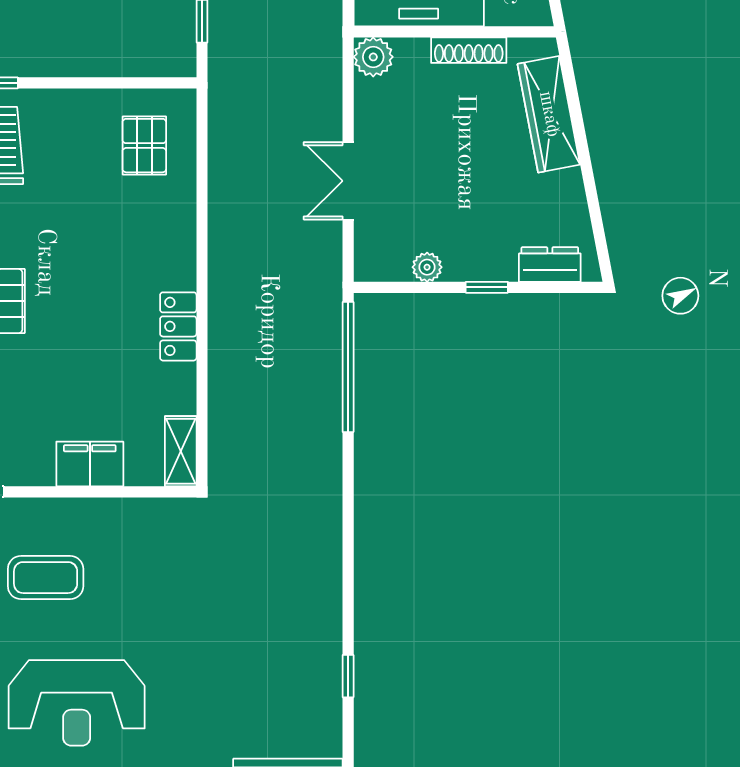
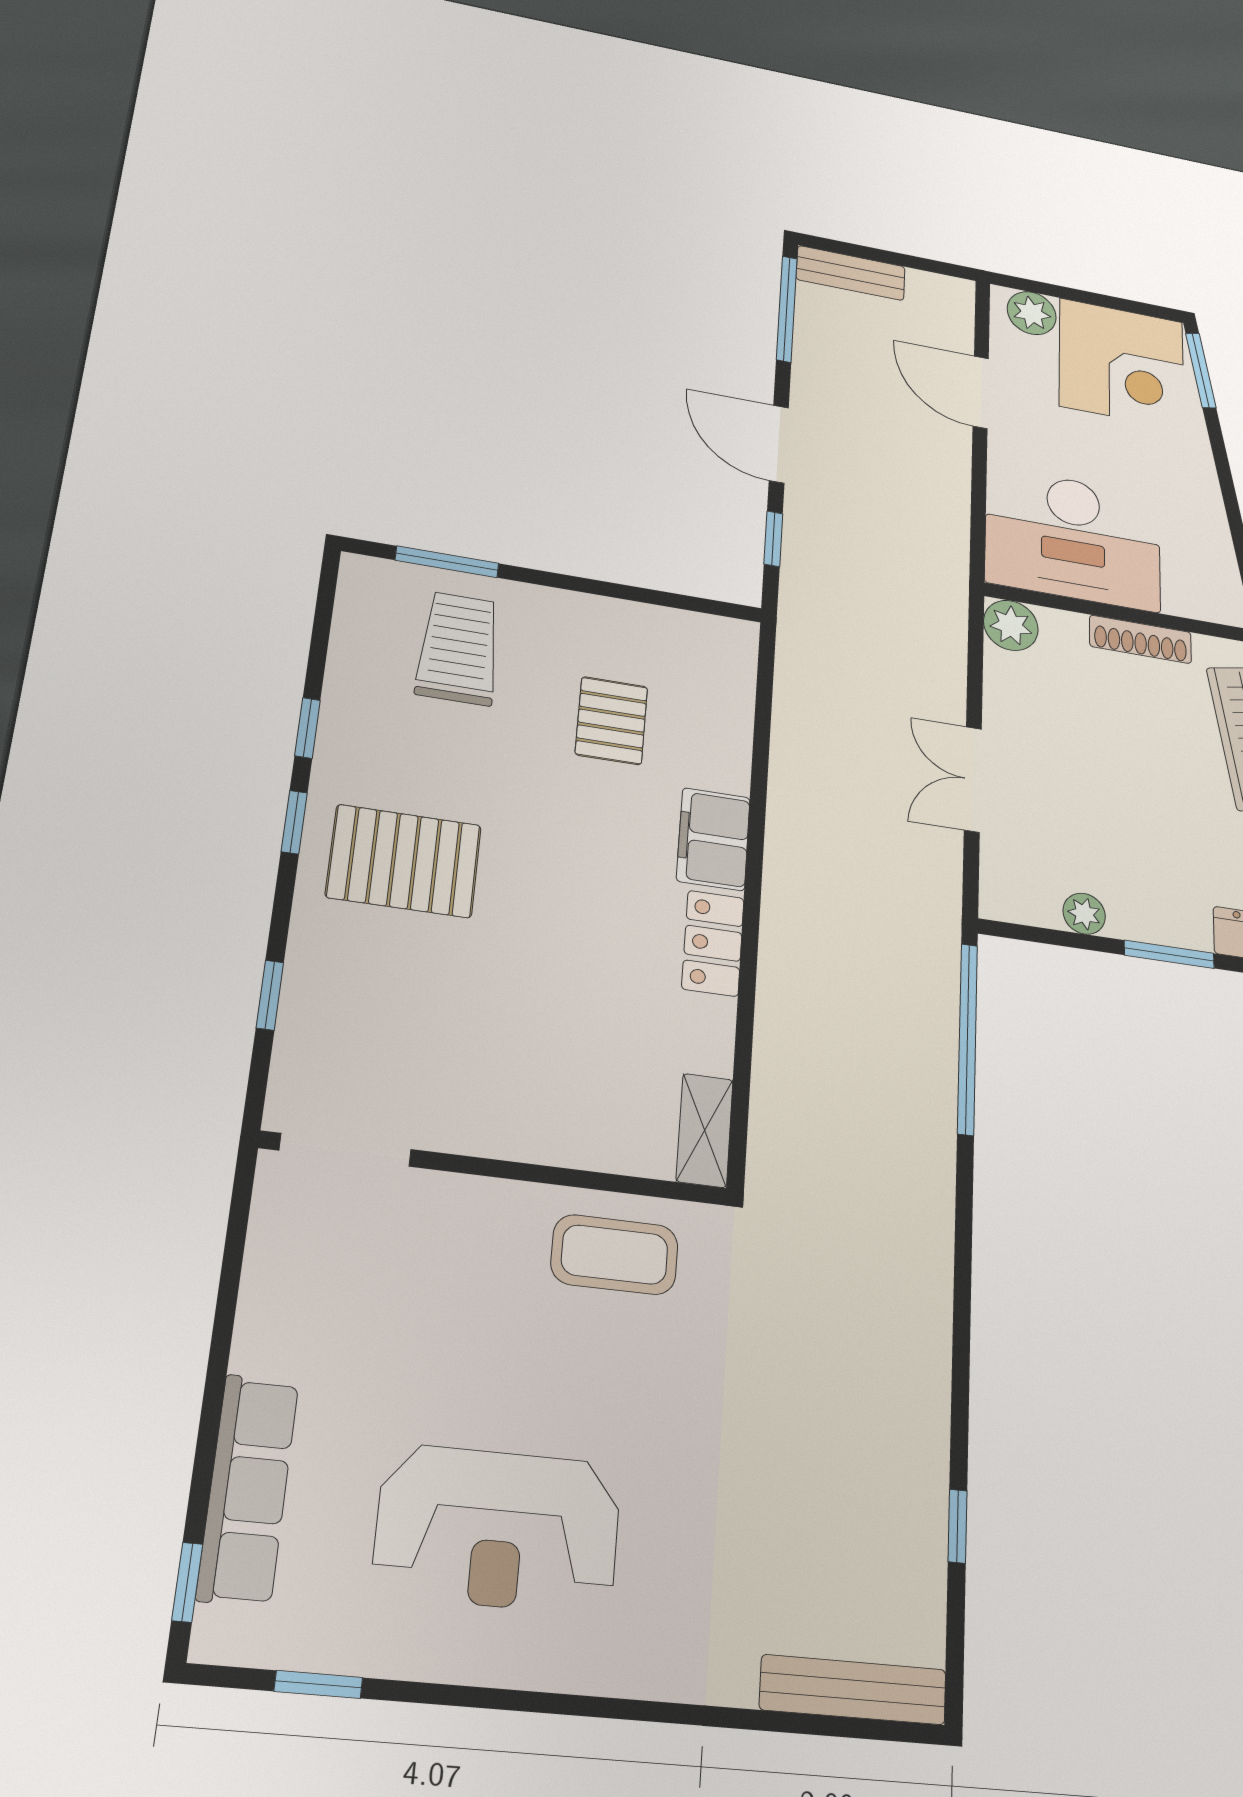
pallet: (144, 146) -> (612, 721), moved
window: (487, 287) -> (1169, 954), width x1.50
filing cabinet: (90, 464) -> (713, 839), moved, turned -90
coffee table: (46, 578) -> (615, 1255), moved

